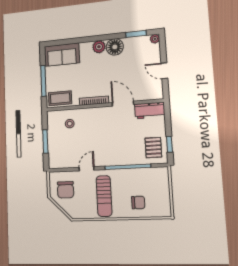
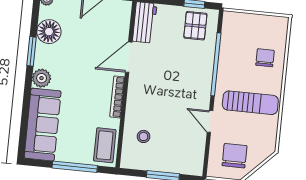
window: (136, 34) -> (31, 51), moved
floor lamp: (115, 47) -> (49, 32), moved
sofa: (62, 55) -> (43, 125), width x1.36
pallet: (153, 148) -> (195, 26), turned 90
chair: (66, 190) -> (235, 156), turned -90

